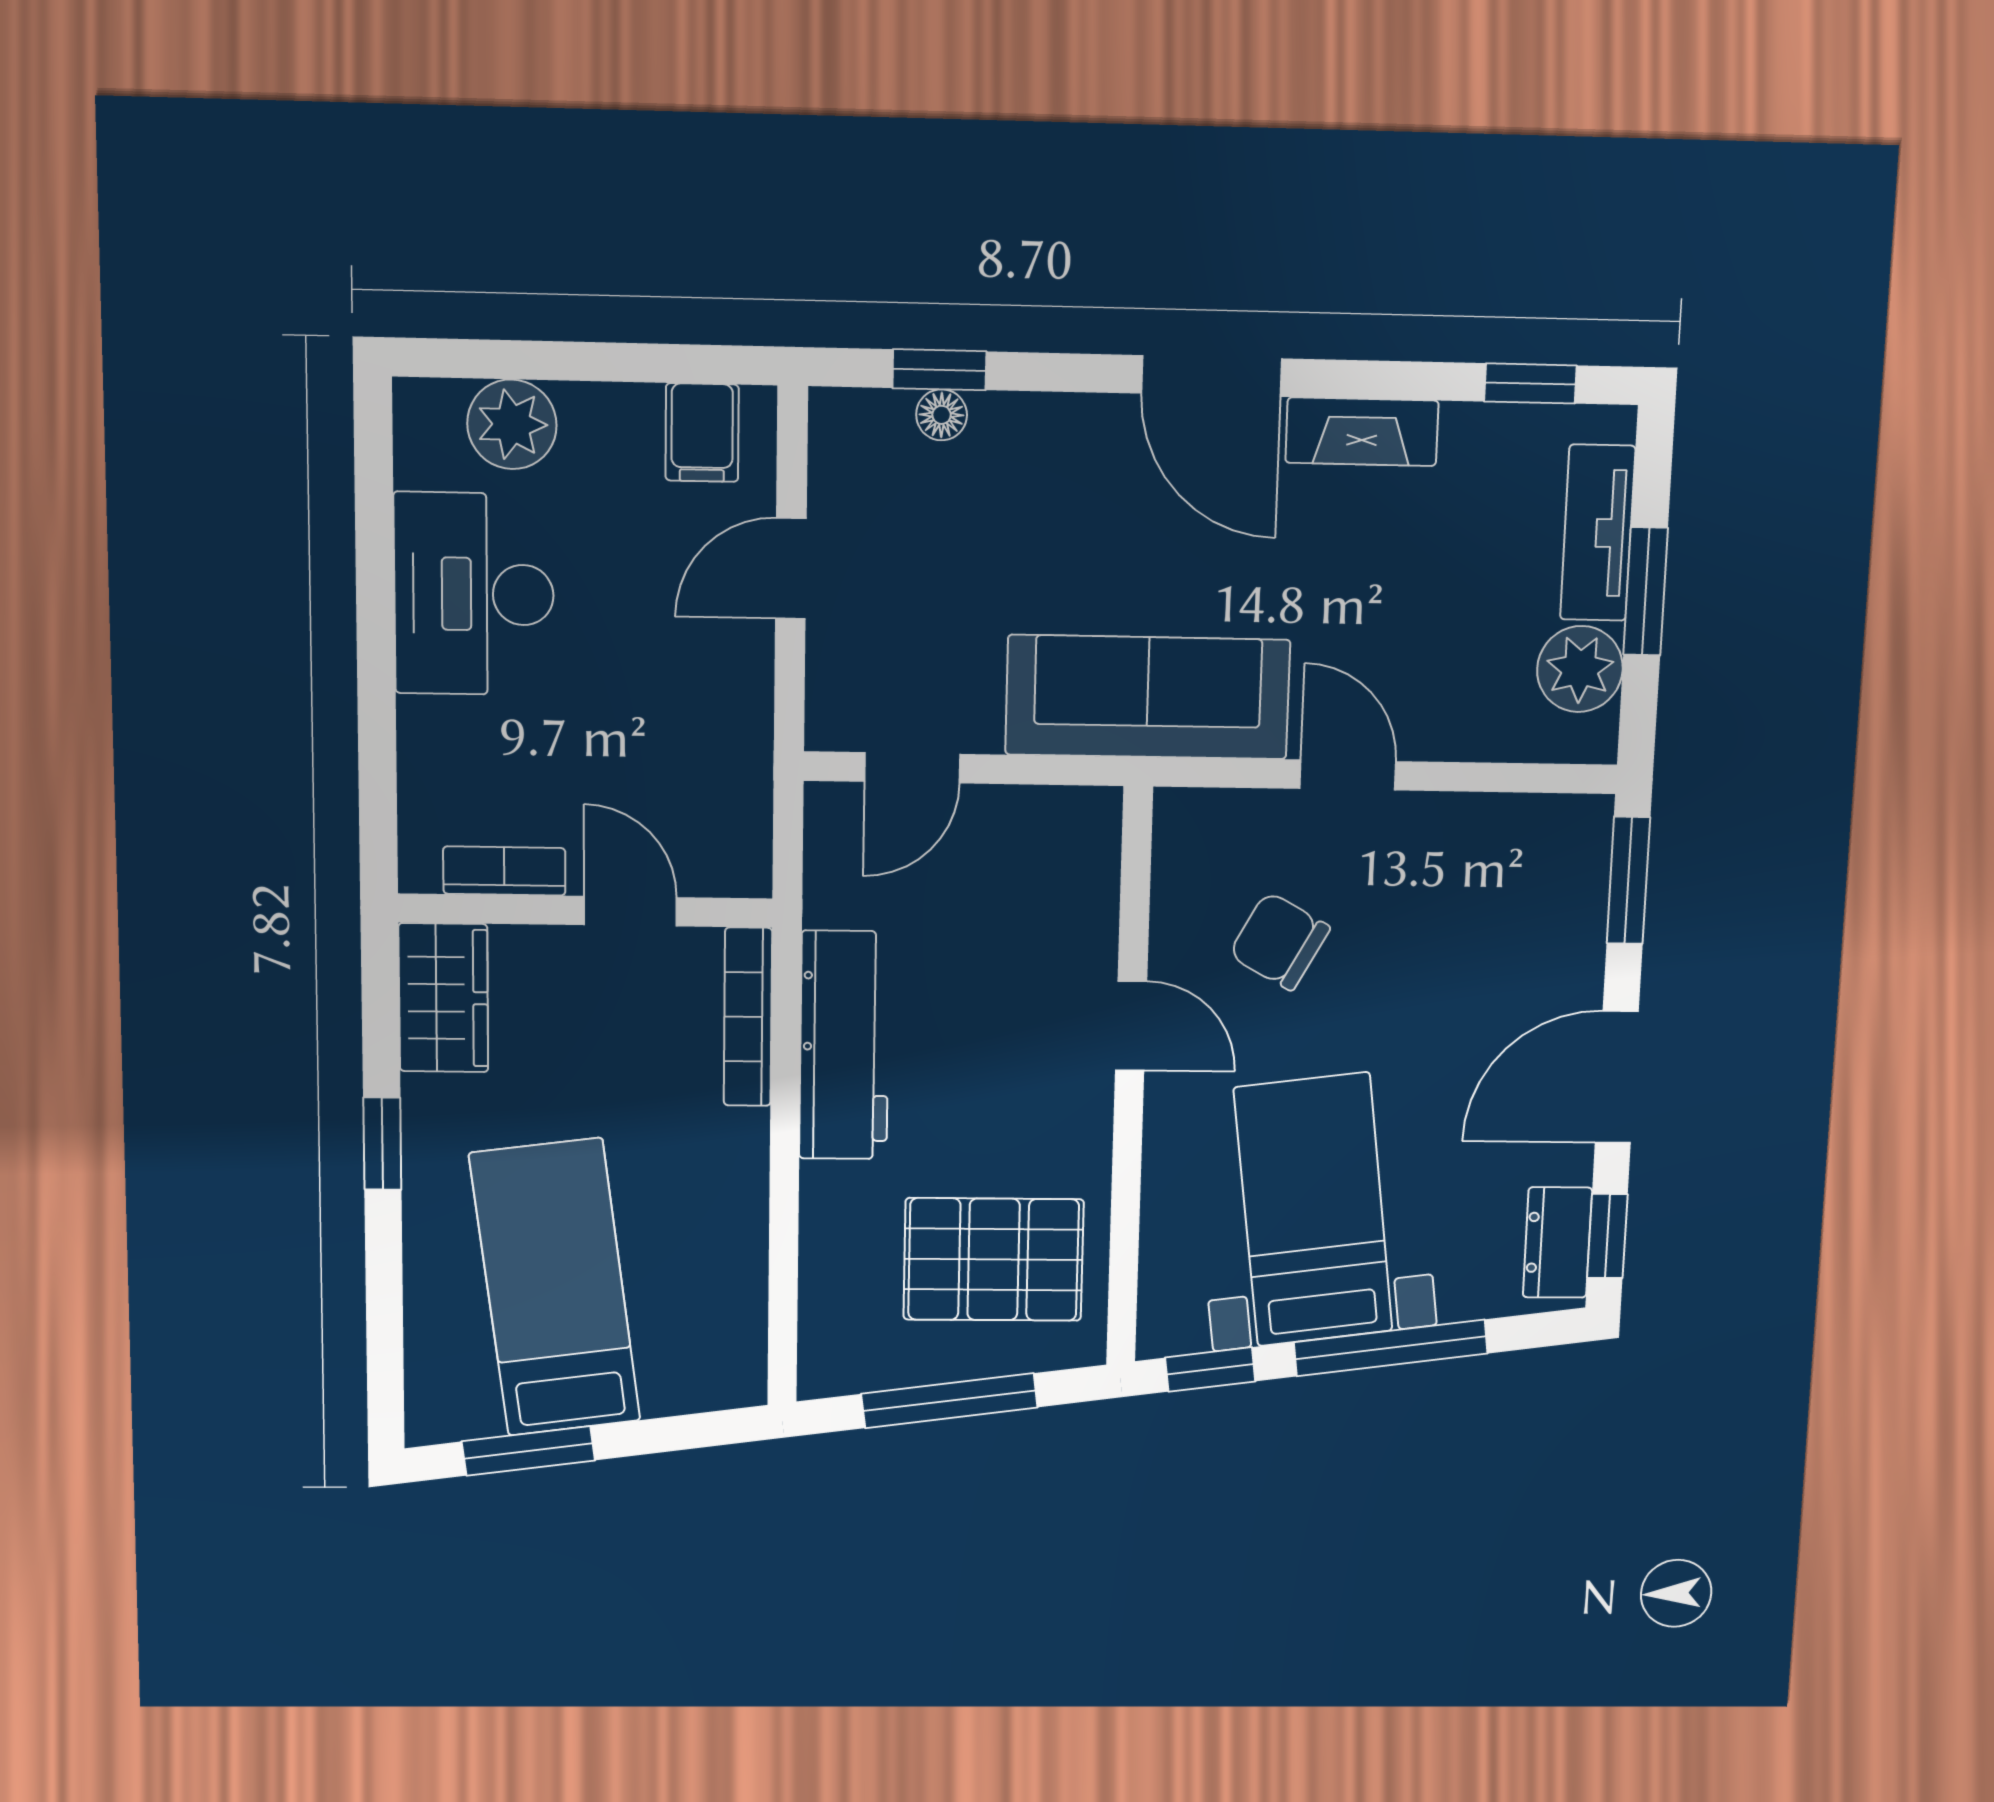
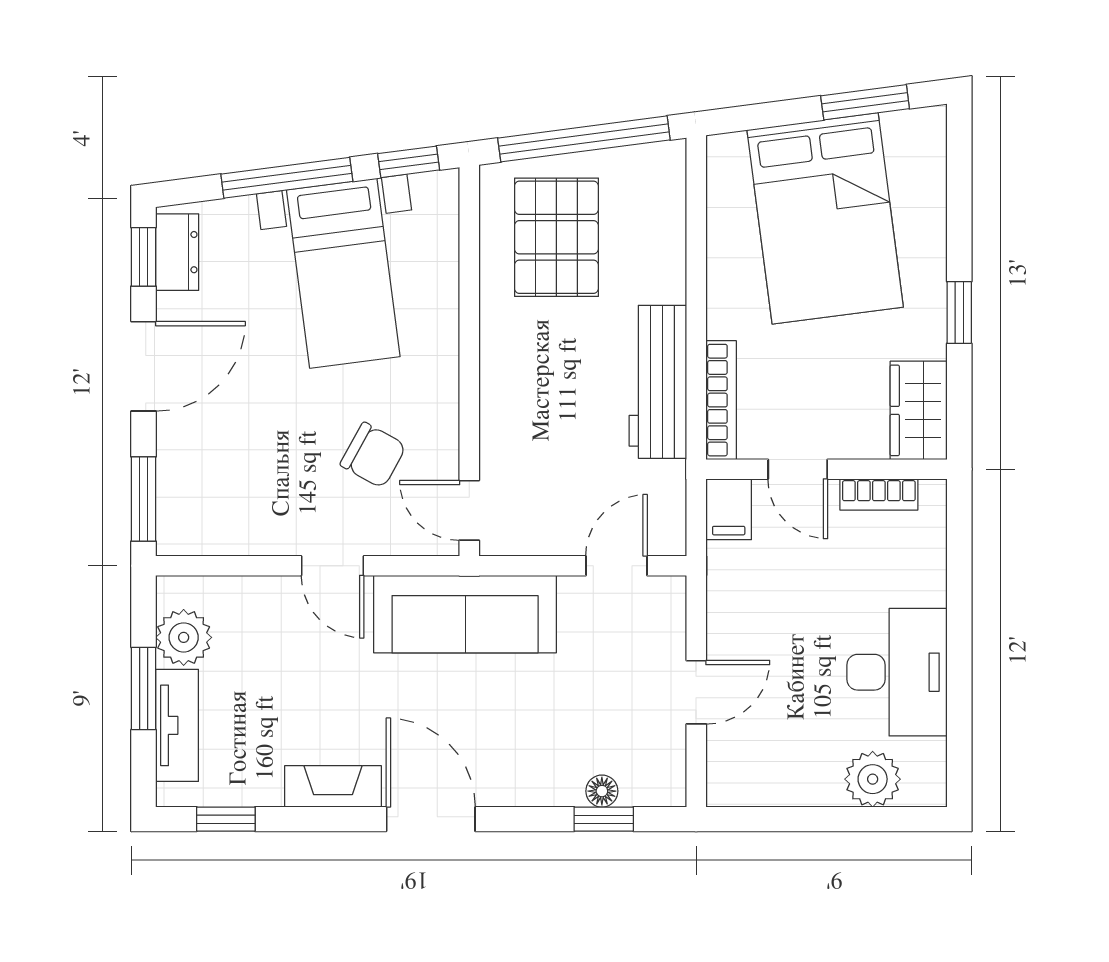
filing cabinet: (702, 433) -> (729, 509), moved, turned 180
door: (1131, 1026) -> (469, 510), moved
pallet: (994, 1259) -> (556, 237), turned 90
bed: (555, 1288) -> (825, 218), width x1.50
window: (949, 1401) -> (584, 139), width x1.46

